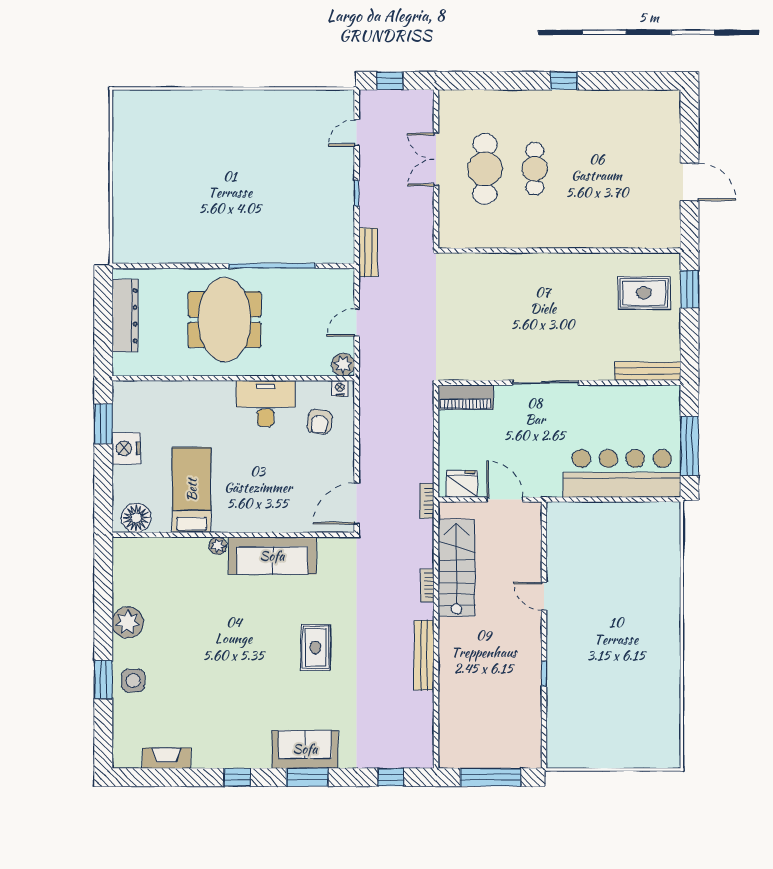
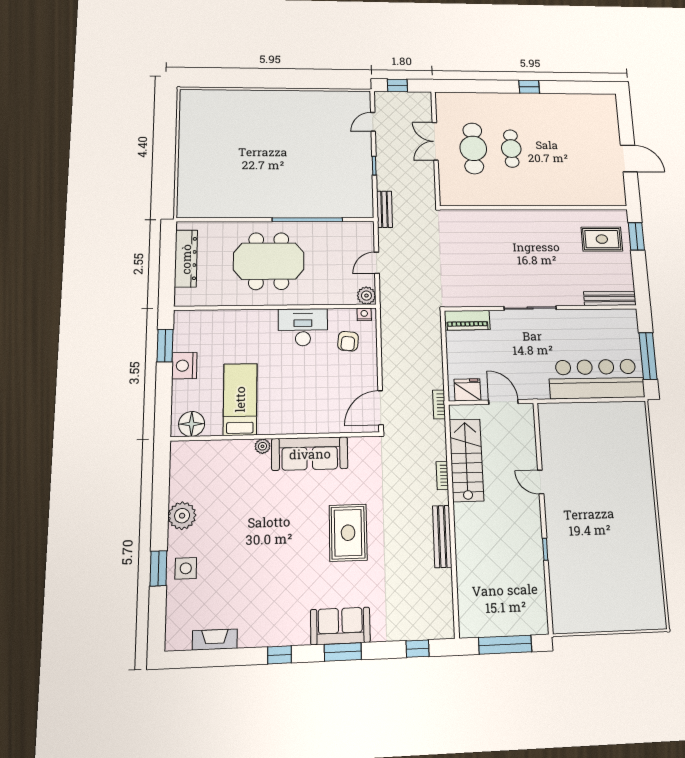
meeting table: (225, 320) -> (269, 261), turned 90
rug: (315, 647) -> (348, 533), width x1.36, depth x1.43

